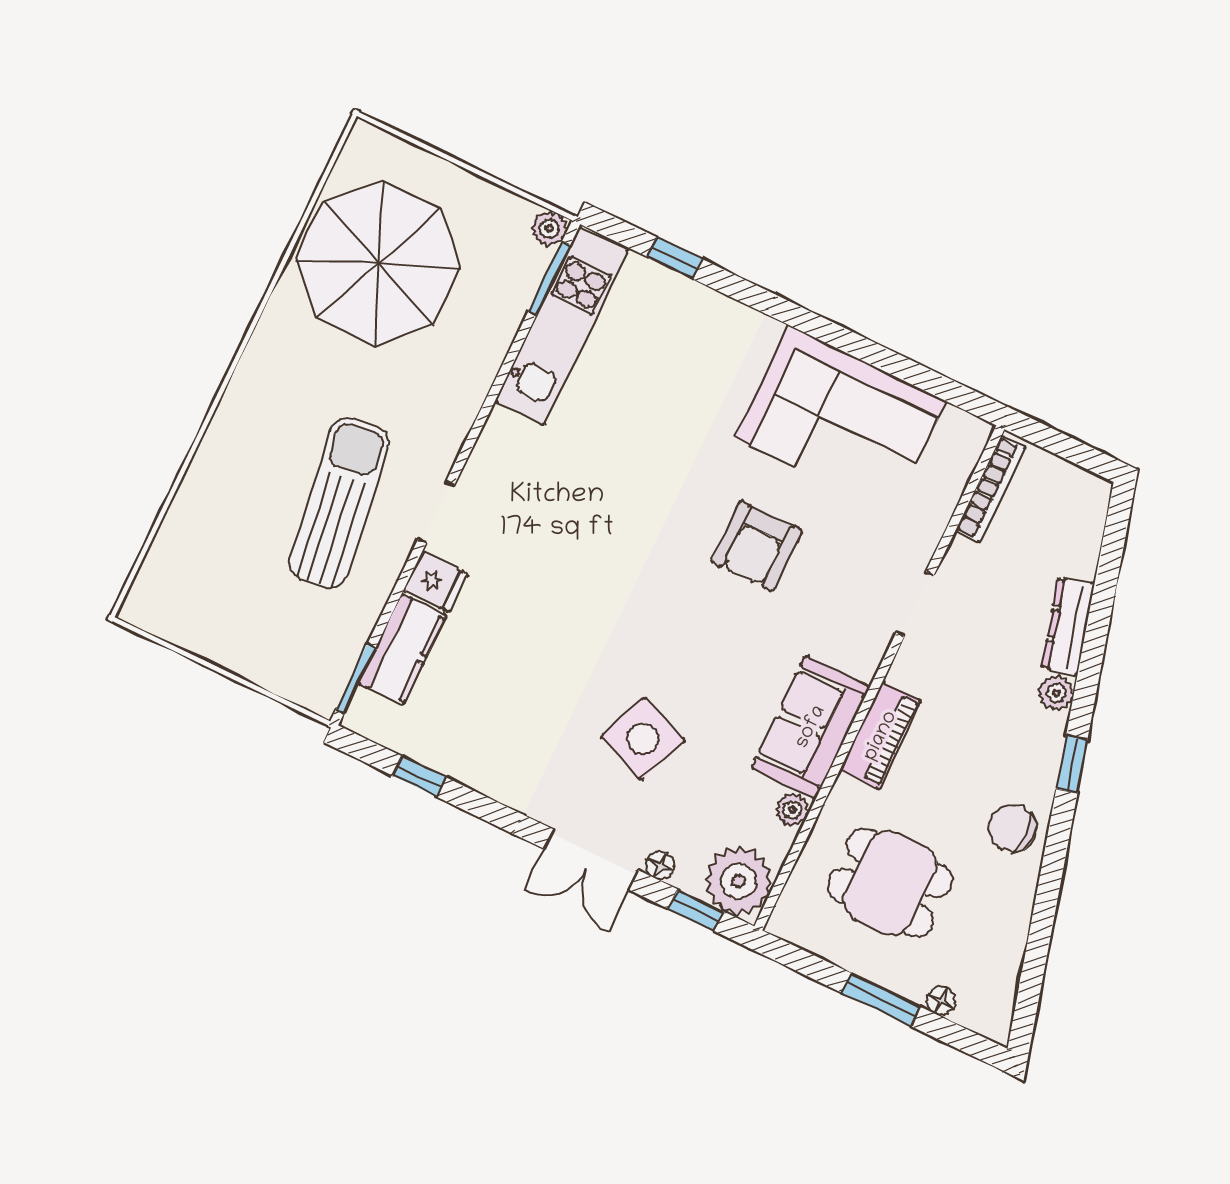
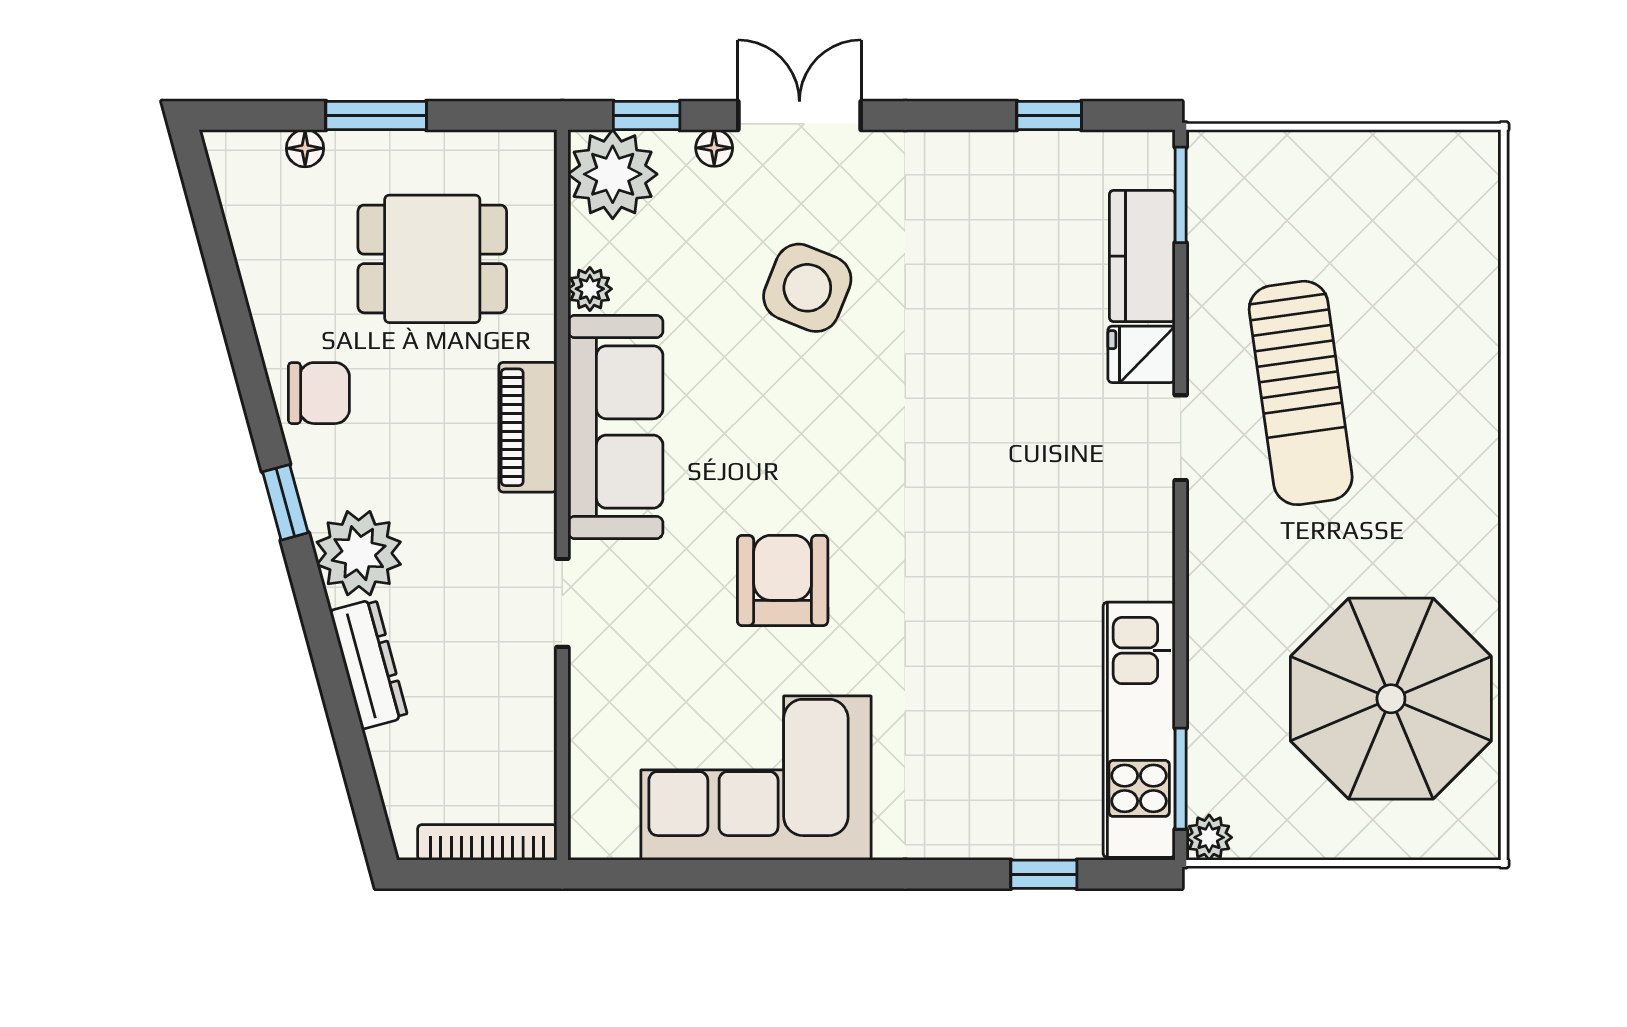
bookcase: (990, 489) -> (487, 842), moved, turned 90
plant: (1056, 693) -> (359, 553), width x1.87, depth x1.87
sofa: (811, 727) -> (615, 427), width x1.36

